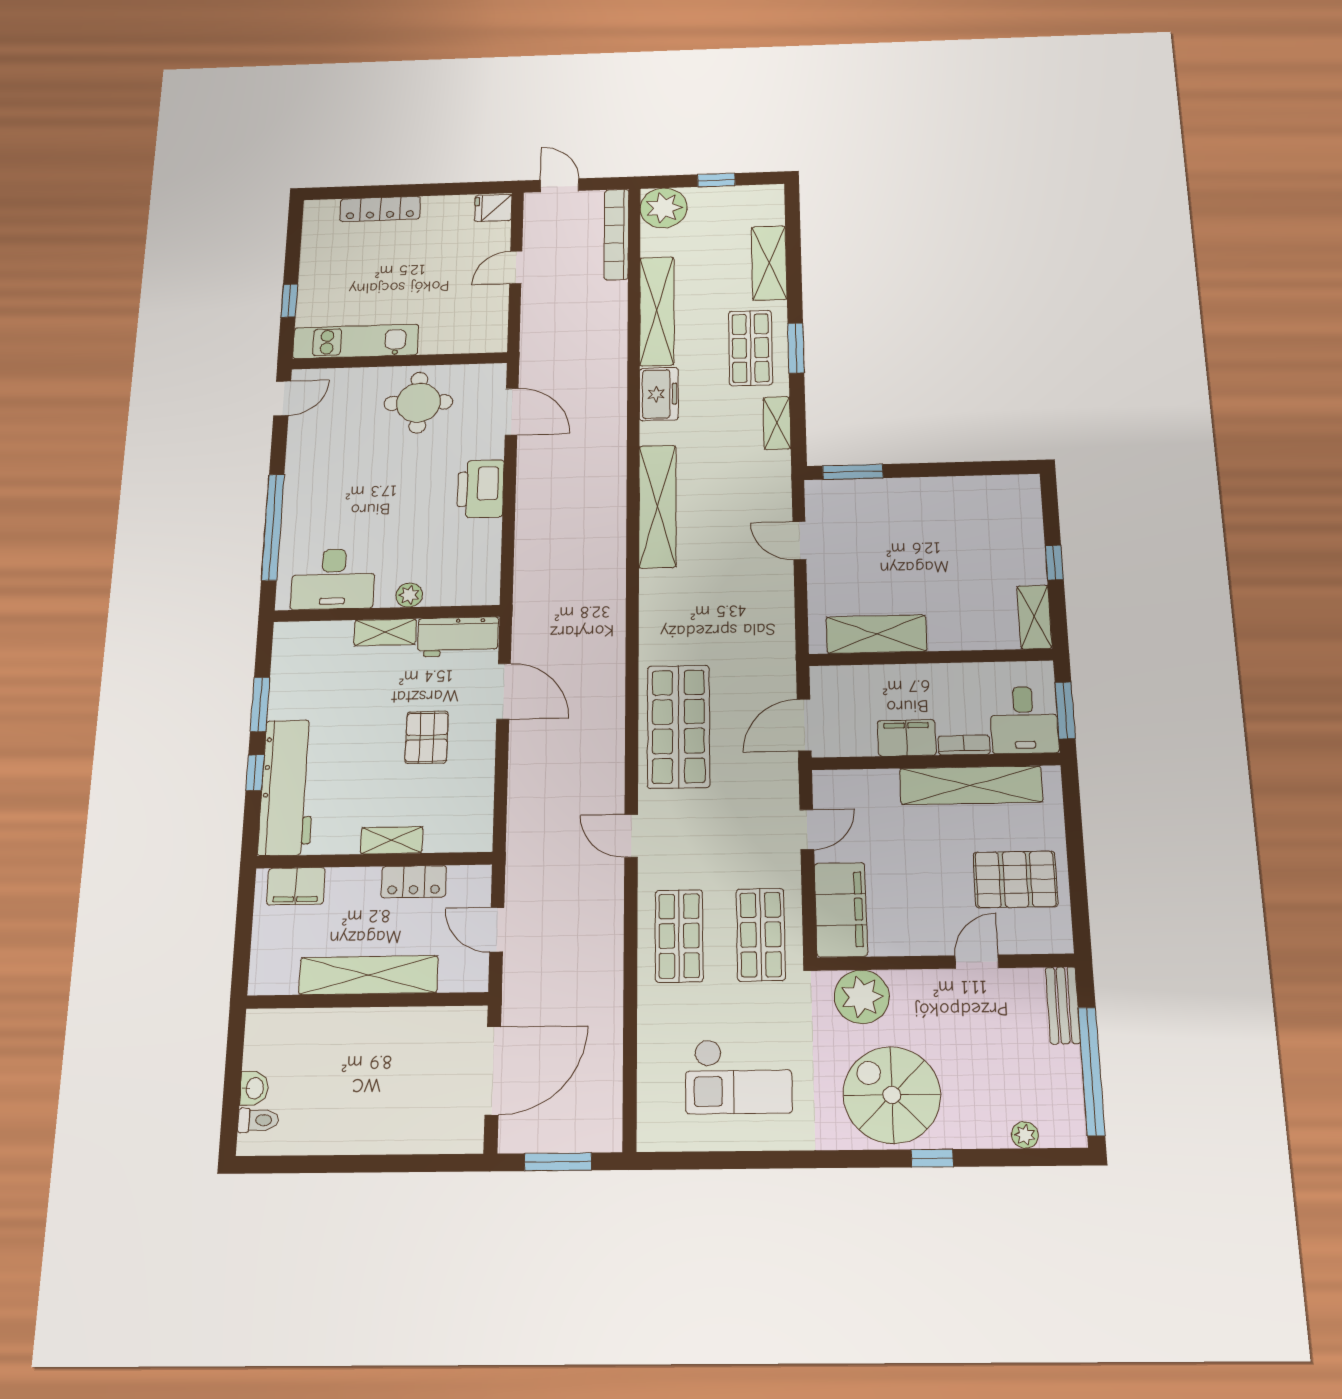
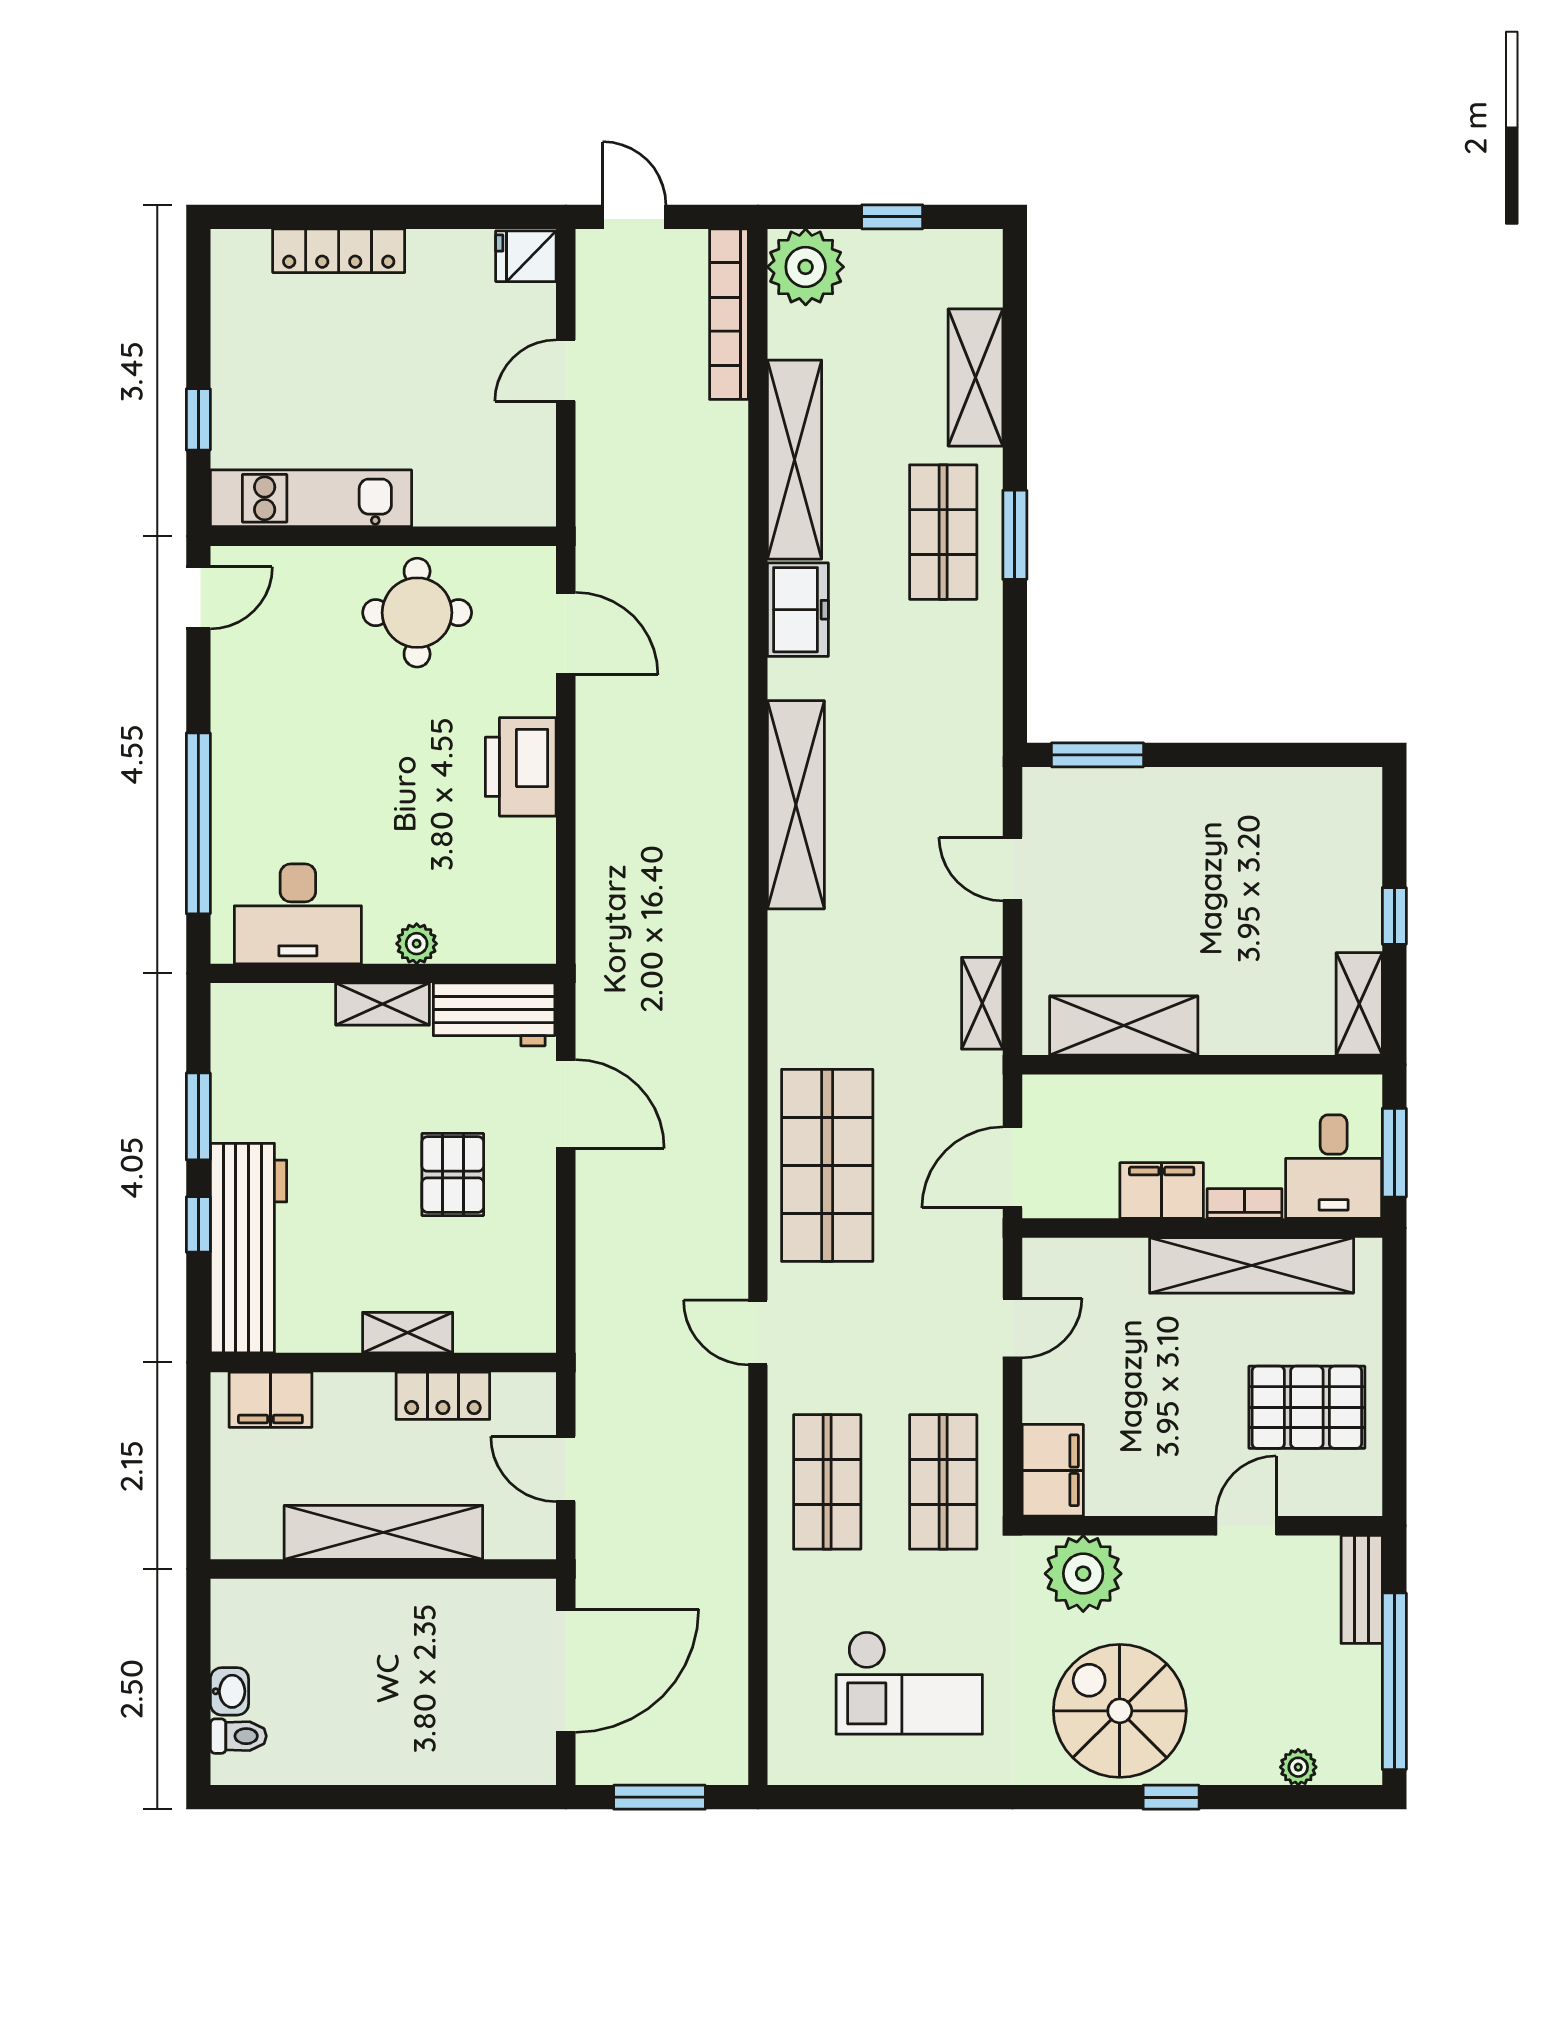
shelving: (777, 423) -> (982, 1003), moved
filing cabinet: (841, 910) -> (1053, 1470), width x0.67, depth x0.86

